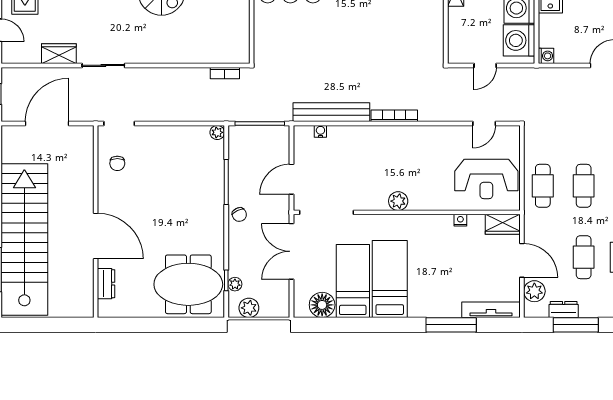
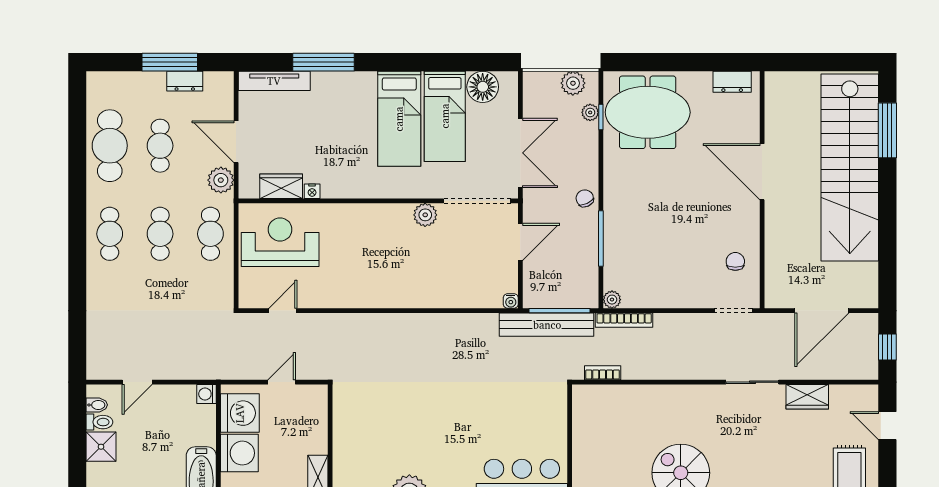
bench: (331, 112) -> (547, 325), moved
bookcase: (394, 116) -> (624, 320), moved
water cooler: (320, 131) -> (511, 301), moved
plant: (398, 201) -> (425, 215), moved
wardrobe: (503, 224) -> (281, 186), moved
dresser: (106, 284) -> (732, 82), moved, turned -90
plant: (534, 291) -> (221, 180), moved

